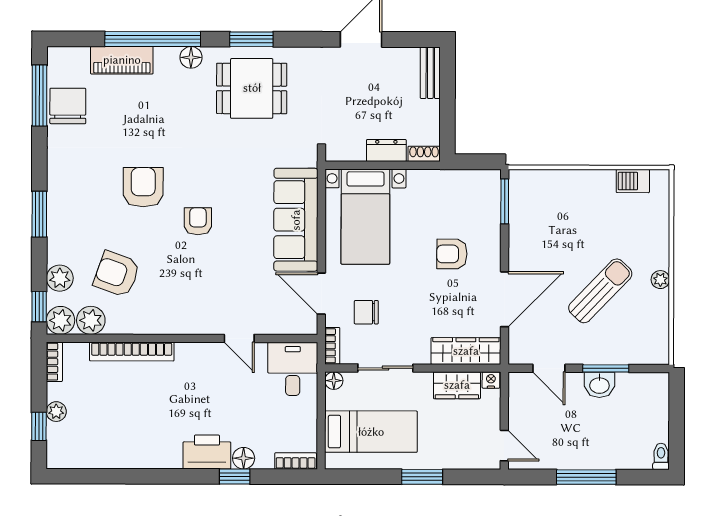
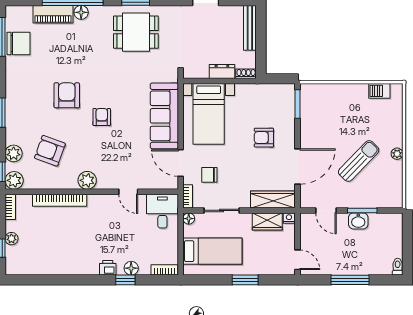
floor lamp: (191, 57) -> (81, 12), moved
bench: (430, 73) -> (250, 28), width x1.36
chair: (68, 106) -> (19, 44), turned 90
plant: (91, 320) -> (87, 180), moved
printer: (207, 452) -> (108, 268), width x0.53, depth x0.68

